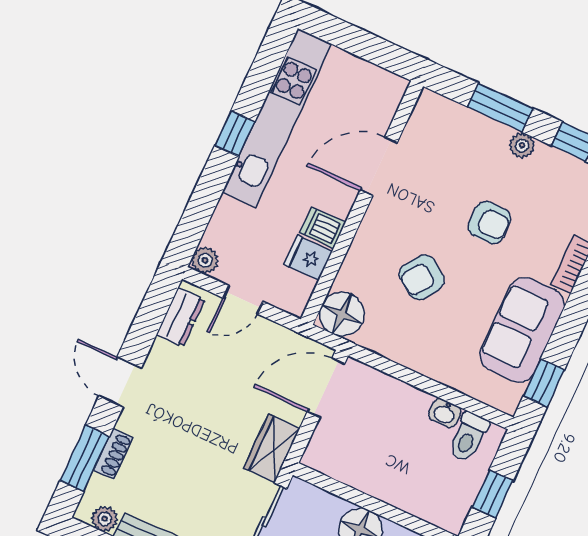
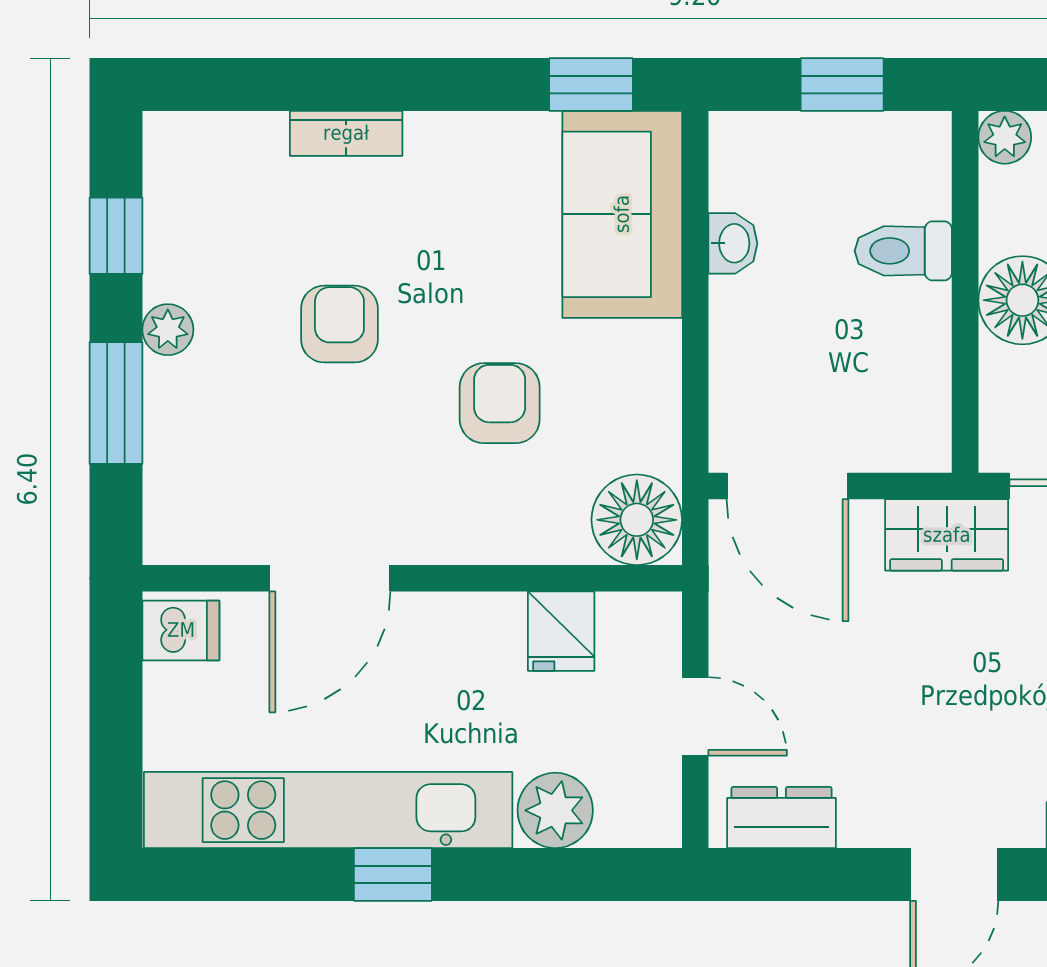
door: (379, 166) -> (330, 578), hinge flipped
dishwasher: (323, 228) -> (181, 630), moved, turned -90
plant: (205, 260) -> (555, 810), moved, width x1.38, depth x1.38
armchair: (422, 277) -> (500, 403), turned -125
sofa: (522, 330) -> (622, 214), moved, turned 90
toilet: (468, 437) -> (903, 251), moved, turned 180

